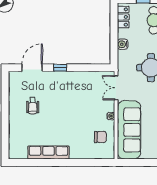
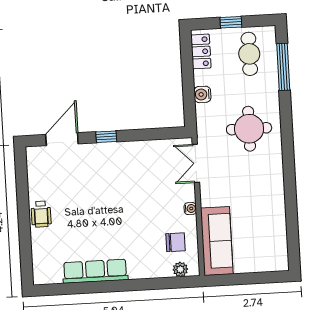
wheelchair: (33, 106) -> (41, 214), moved
sofa: (129, 130) -> (217, 241), width x0.74, depth x0.79
plant: (102, 154) -> (180, 269), added

